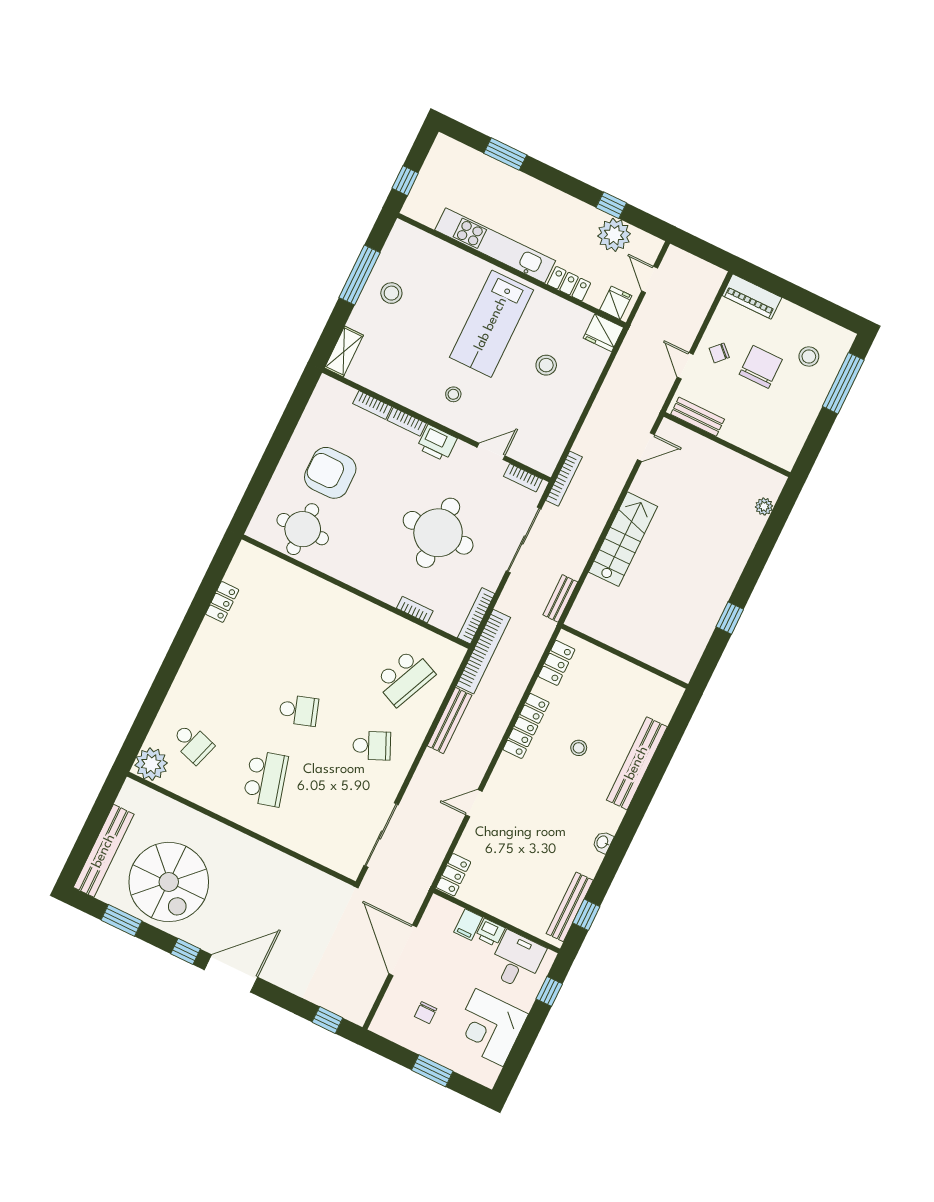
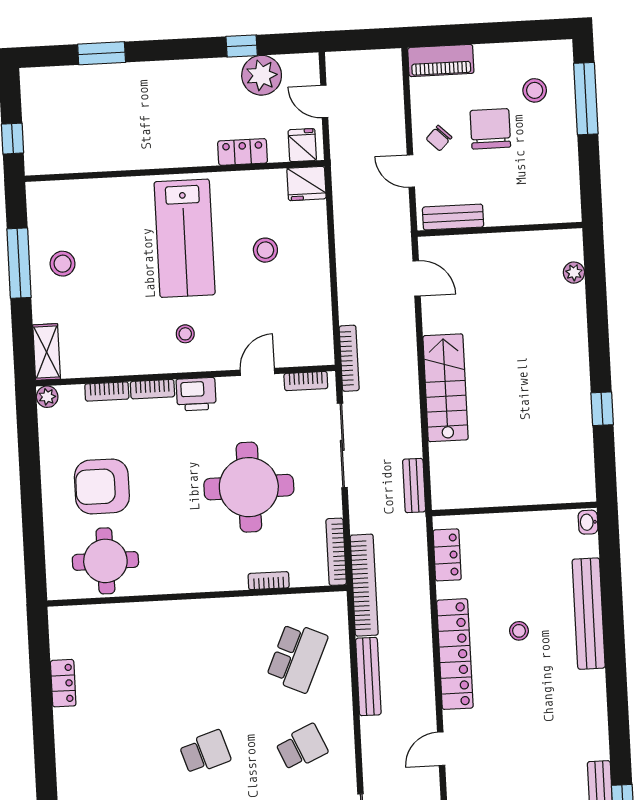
kitchen unit: (495, 245) -> (143, 154), removed
plant: (326, 385) -> (47, 397), added
door: (646, 447) -> (417, 278), hinge flipped
locker: (526, 726) -> (455, 654), width x1.41, depth x1.21
washbasin: (603, 842) -> (588, 522), moved

